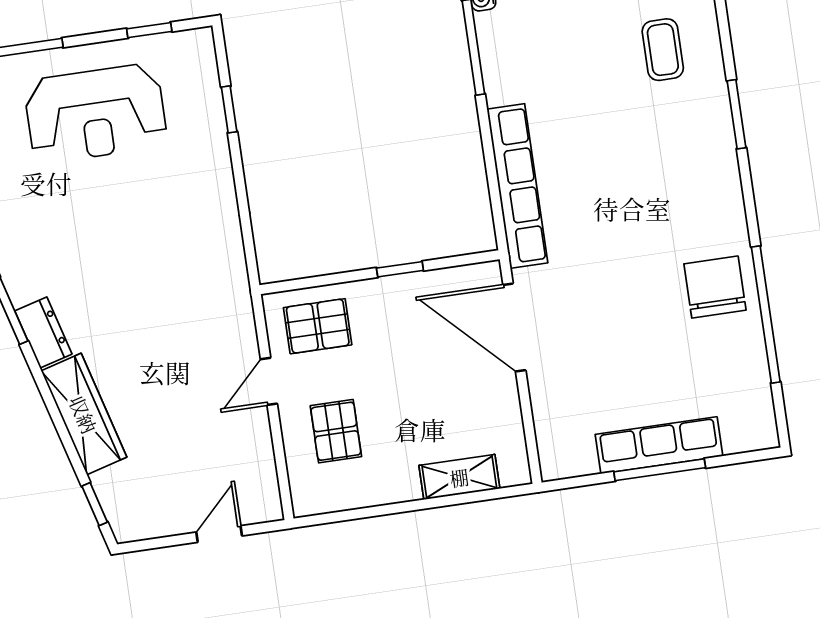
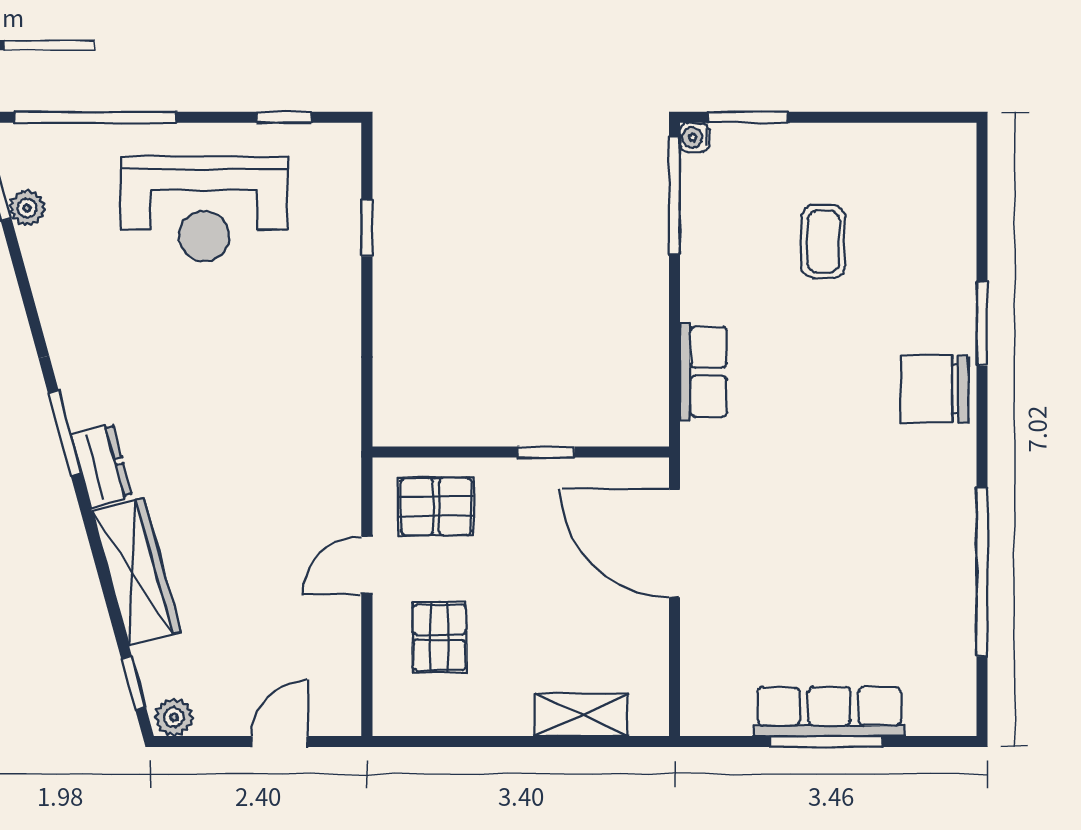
coffee table: (663, 50) -> (823, 241), moved
row of seats: (517, 186) -> (703, 372), width x0.50
chair: (715, 287) -> (935, 389), moved, turned -90
plant: (131, 527) -> (174, 717), added

